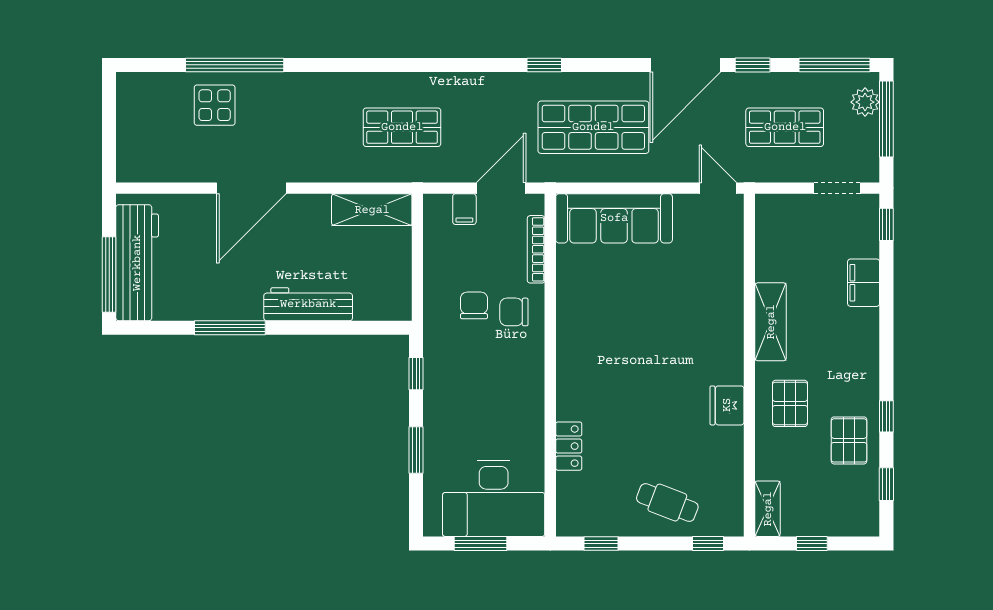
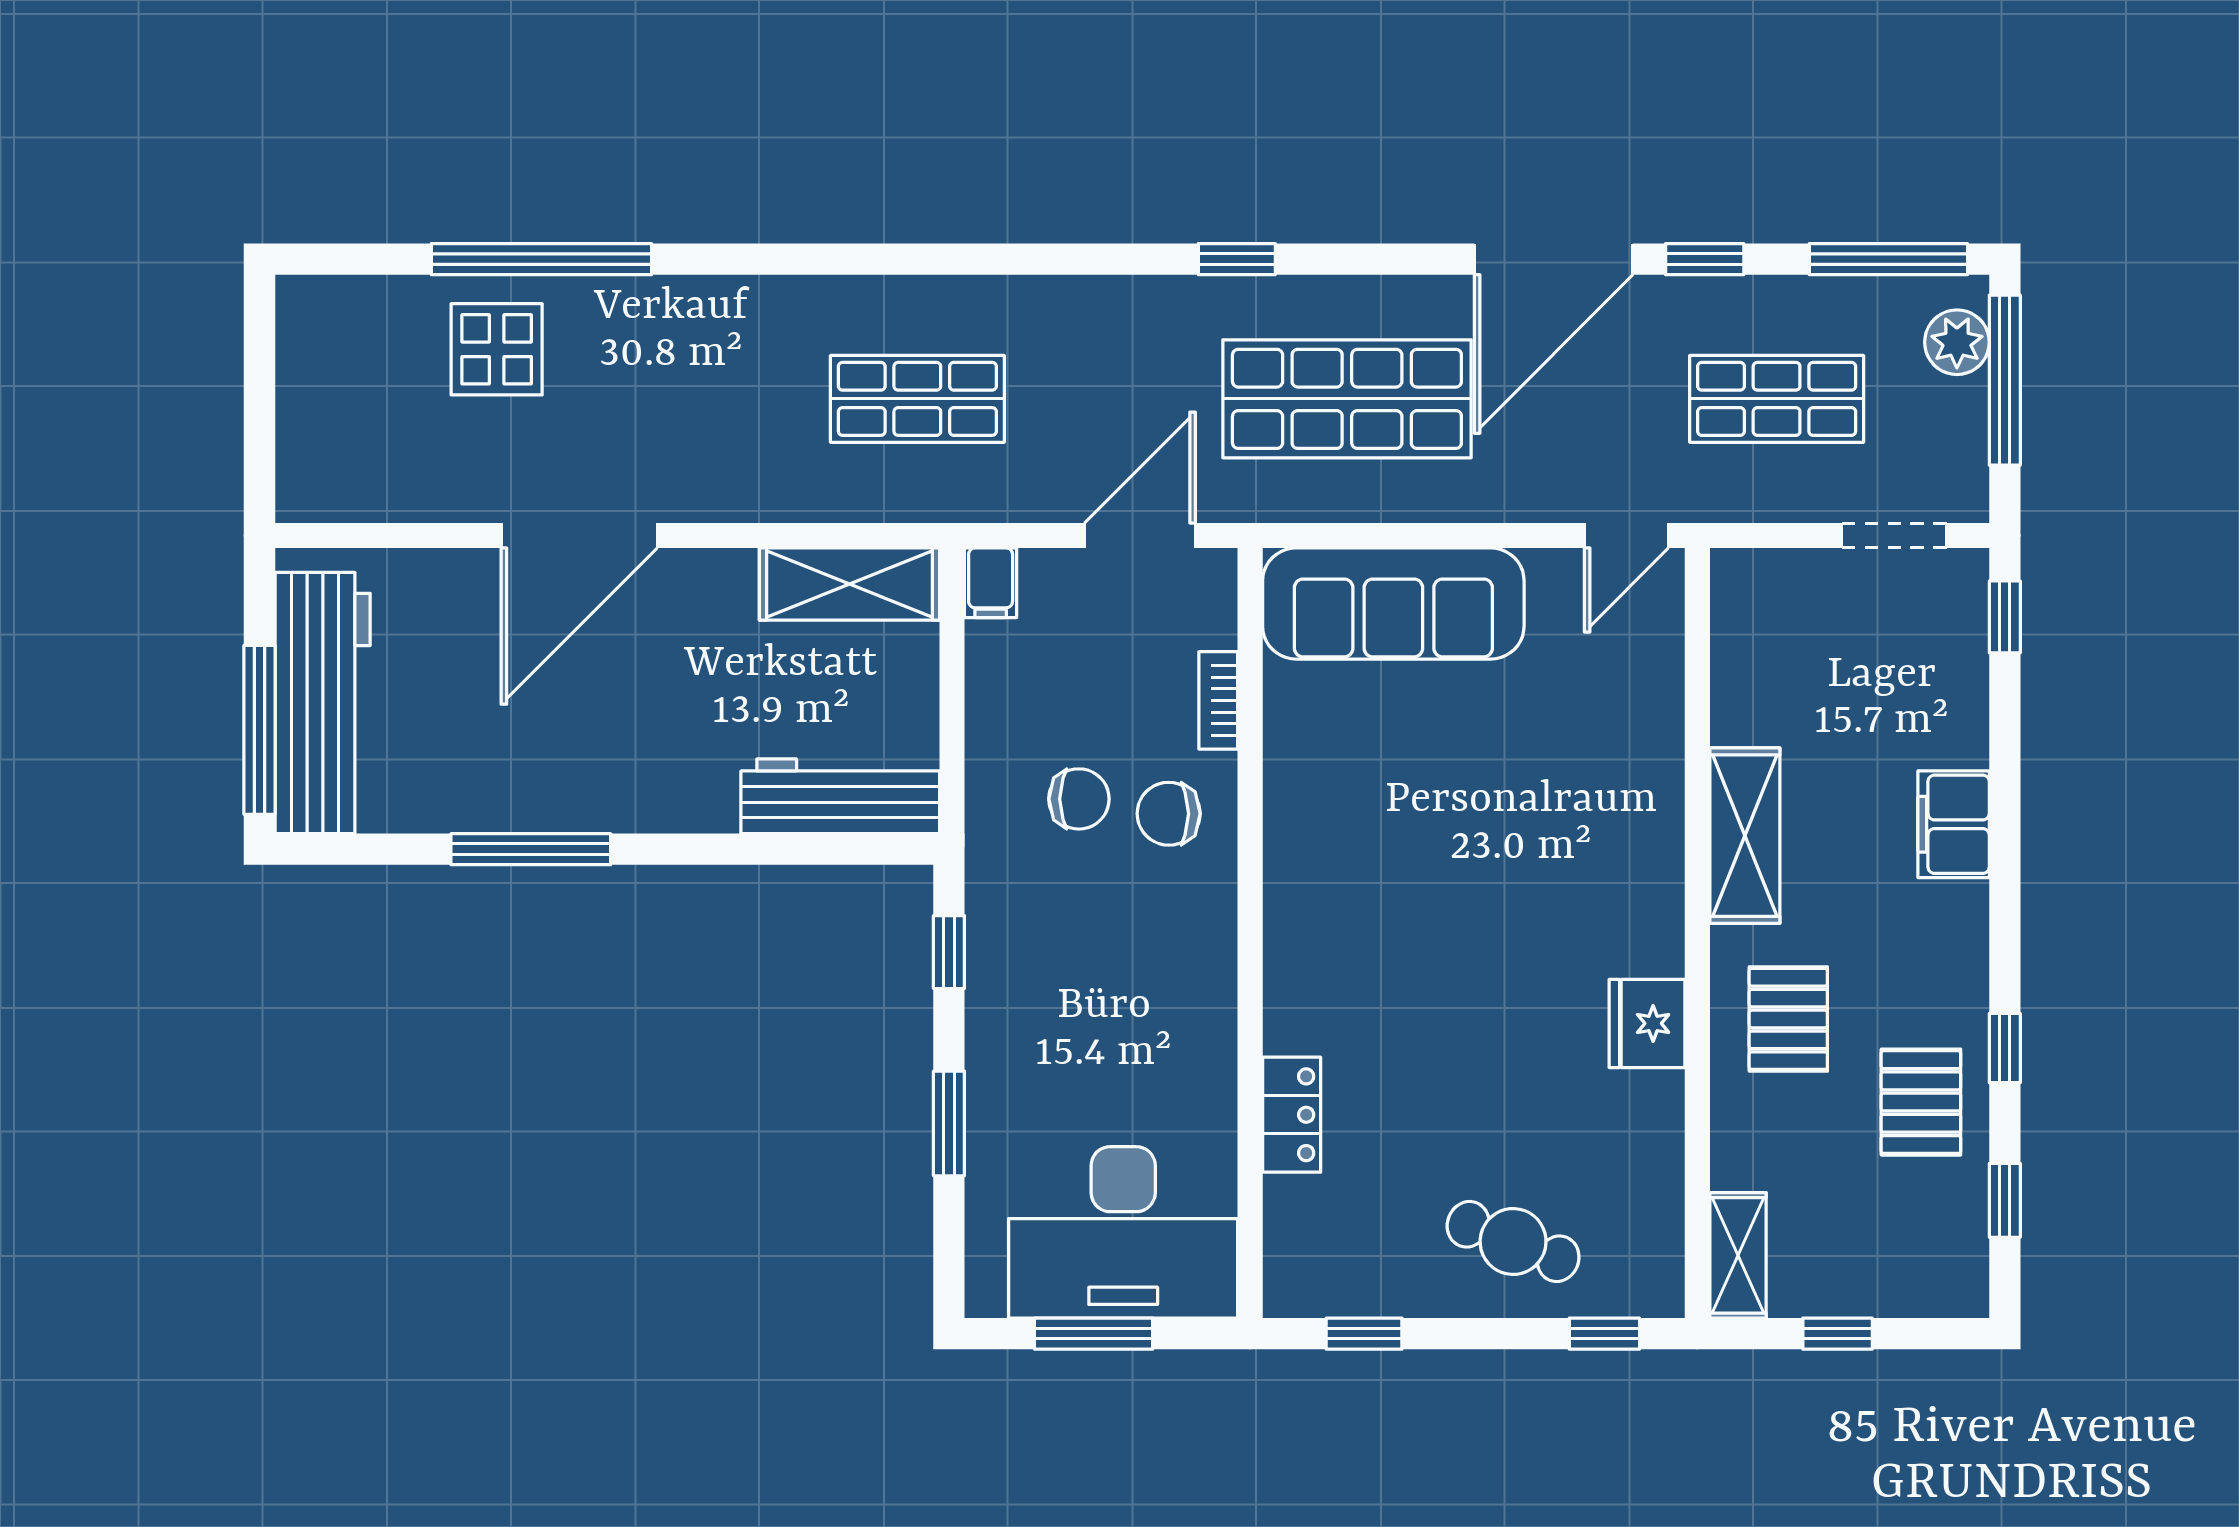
door: (718, 188) -> (1626, 535), swing flipped
filing cabinet: (464, 209) -> (991, 583), moved
bookcase: (536, 249) -> (1218, 700), width x0.64
filing cabinet: (864, 283) -> (1954, 824), moved
workbench: (308, 304) -> (840, 796), moved
chair: (474, 305) -> (1079, 799), turned 90

